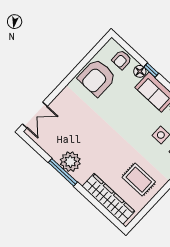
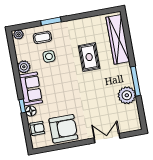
double door: (35, 115) -> (107, 138), moved
plant: (70, 162) -> (127, 95), moved
rug: (139, 180) -> (89, 57), moved

